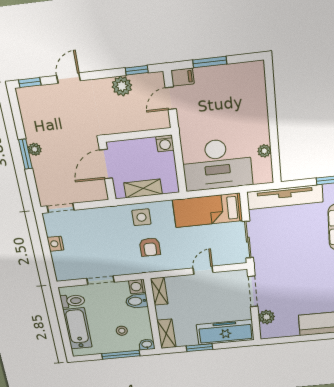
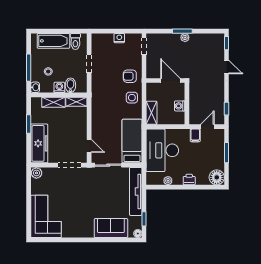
floor lamp: (253, 74) -> (217, 177), added
filing cabinet: (183, 77) -> (195, 135), moved
plant: (122, 86) -> (218, 98), removed
door: (171, 98) -> (207, 127), hinge flipped
printer: (260, 118) -> (189, 180), added
washing machine: (165, 143) -> (180, 106), moved
shelving: (143, 188) -> (151, 113), moved
armchair: (150, 247) -> (130, 76), moved
door: (203, 270) -> (89, 146), moved
washing machine: (137, 287) -> (59, 87), moved
plant: (267, 317) -> (36, 173), moved
shelving: (166, 334) -> (53, 102), moved

